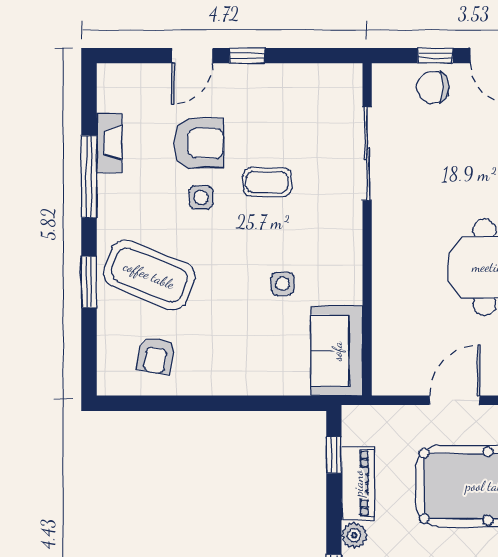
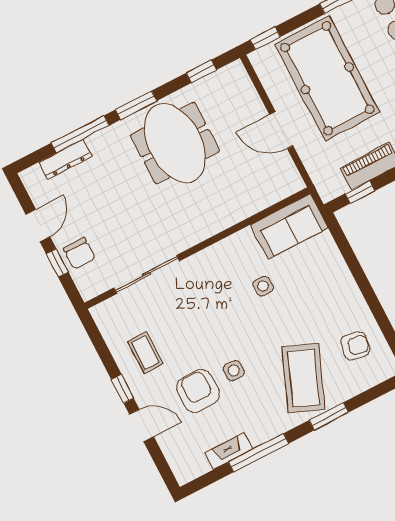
coffee table: (267, 182) -> (145, 353), moved

